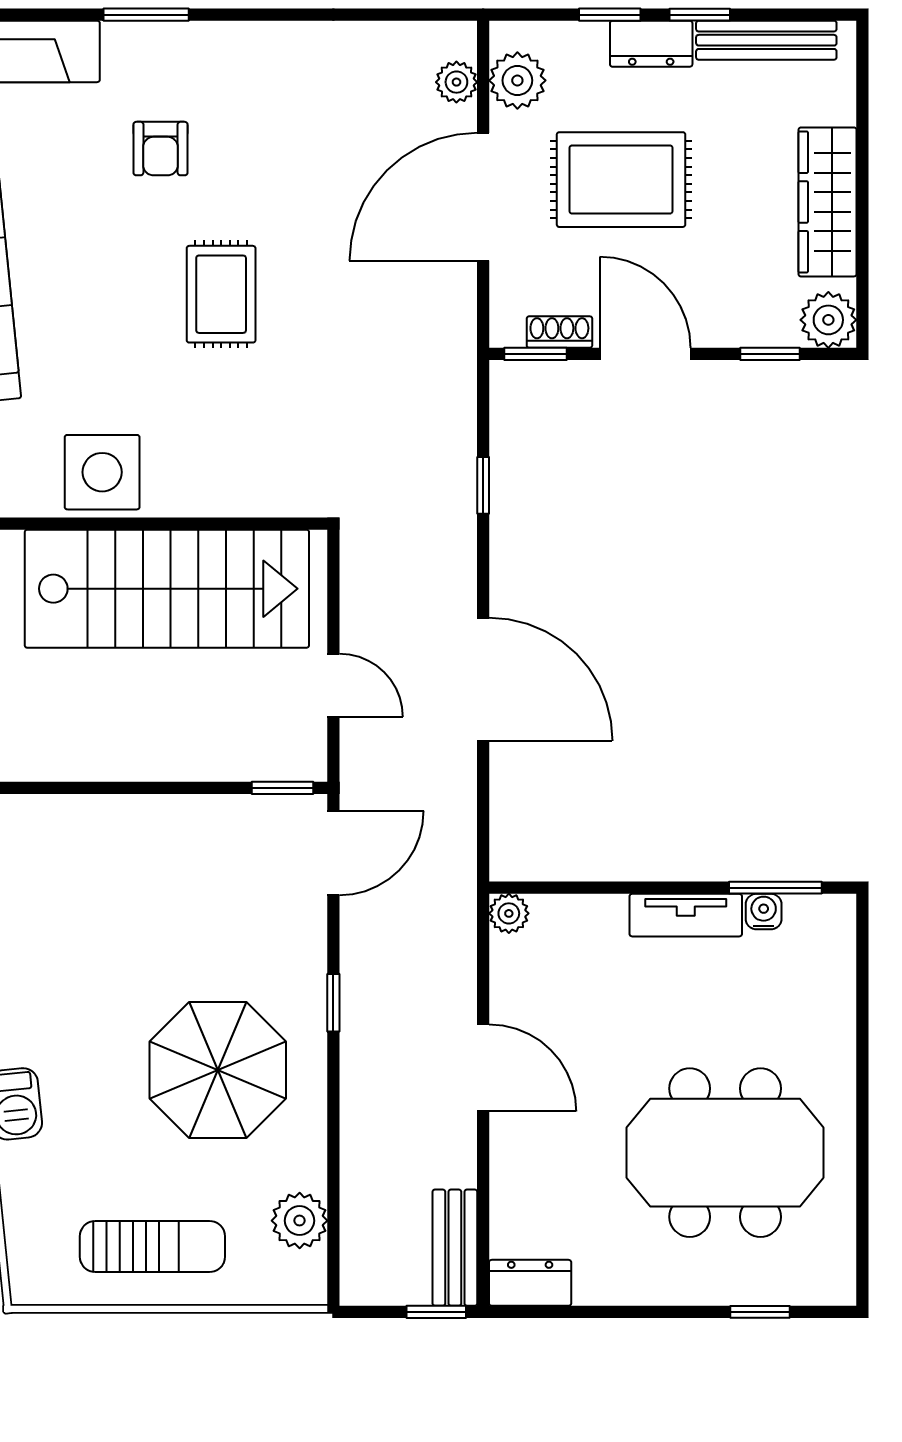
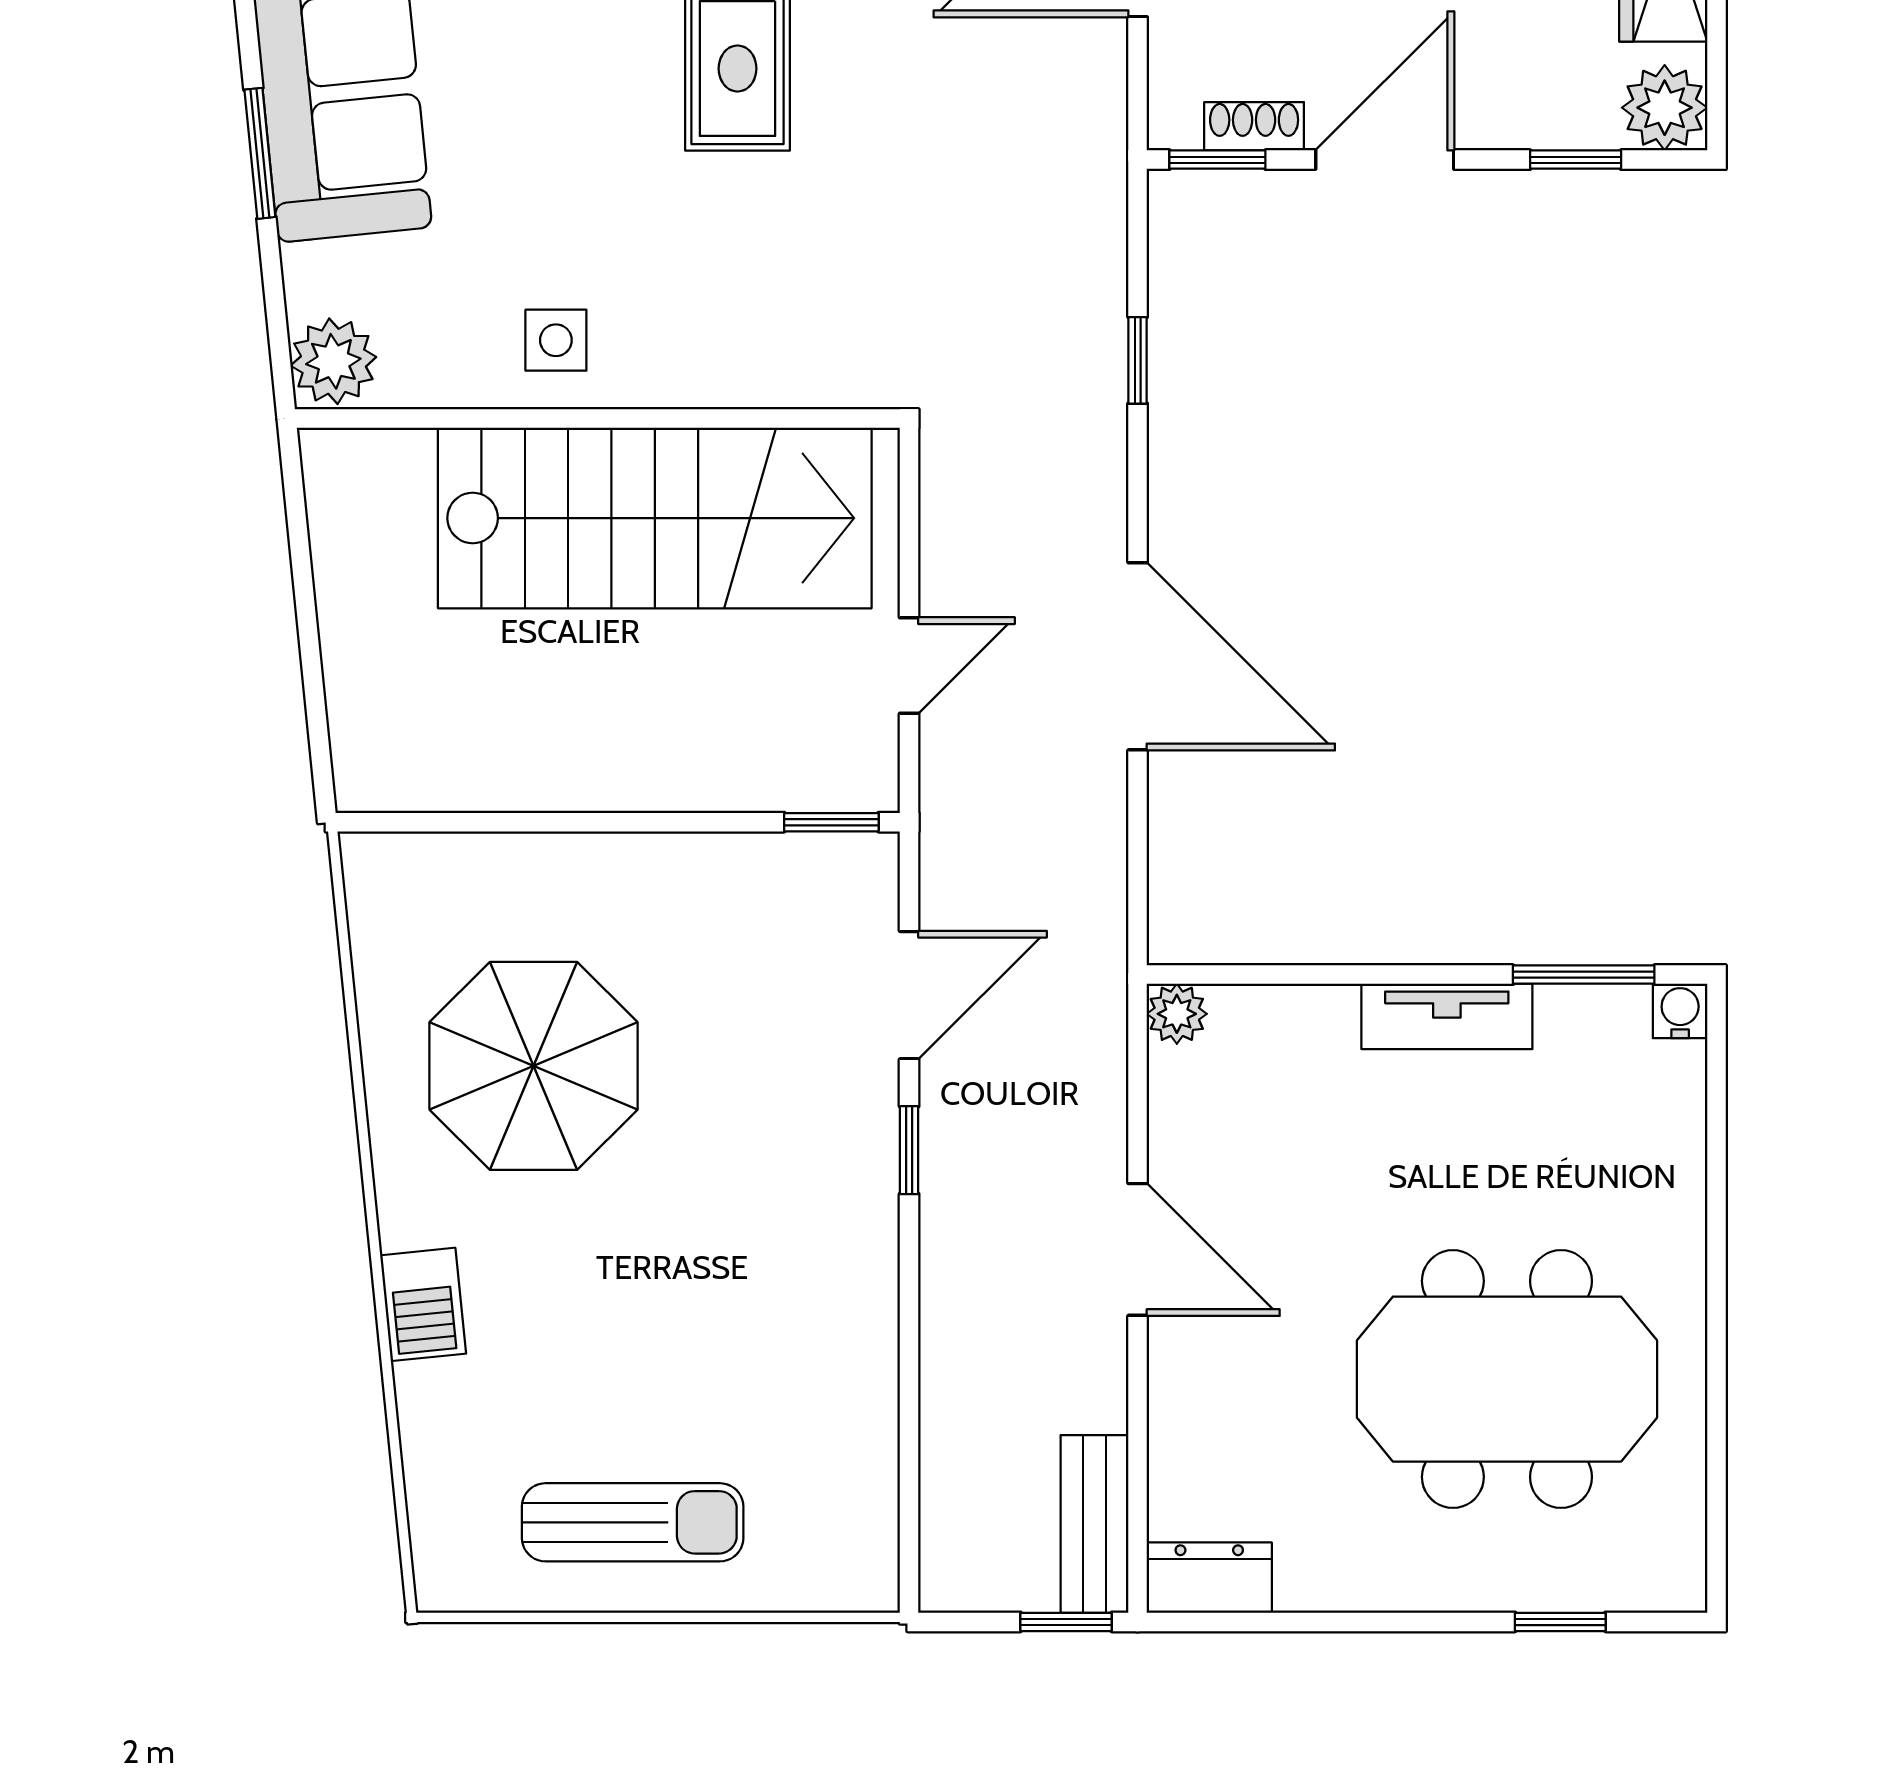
door: (645, 354) -> (1385, 160), hinge flipped
side table: (102, 472) -> (556, 340), width x0.54, depth x0.54
door: (333, 685) -> (909, 666), hinge flipped
door: (333, 853) -> (909, 995), moved
water cooler: (764, 912) -> (1680, 1011), moved
parasol: (218, 1070) -> (534, 1066), moved
plant: (300, 1221) -> (857, 1483), removed

